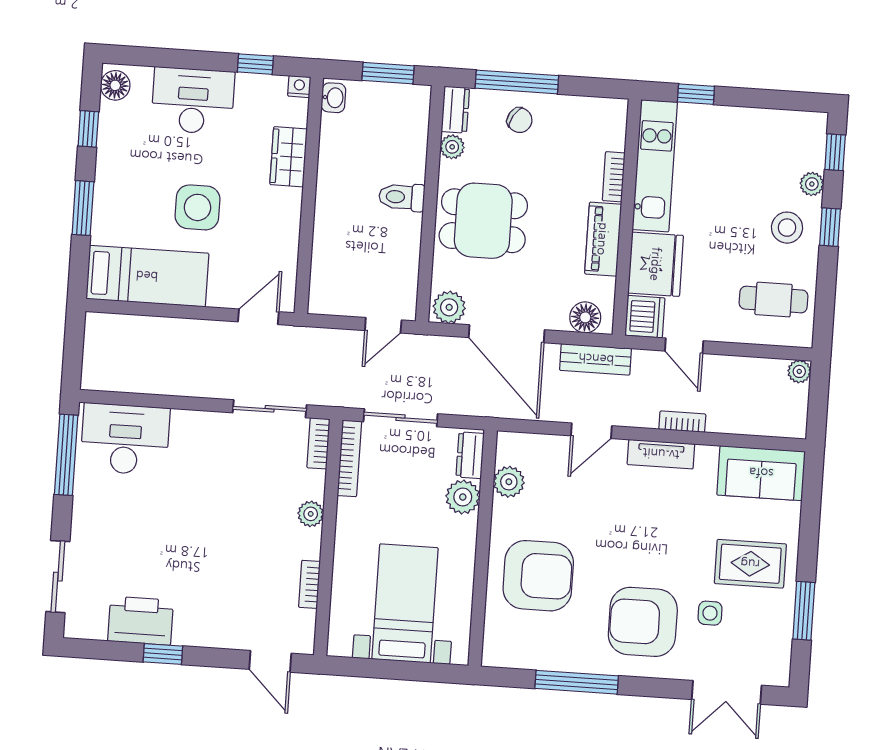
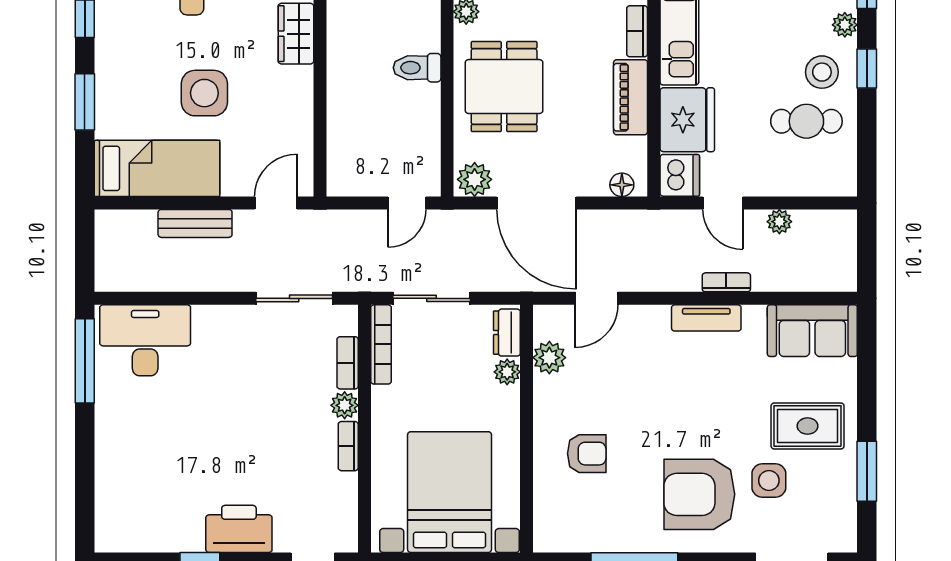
dining table: (483, 221) -> (504, 87), turned 90
cafe table: (774, 300) -> (806, 121), moved
floor lamp: (585, 317) -> (622, 185), width x0.73, depth x0.73
bench: (596, 359) -> (195, 223), moved
plant: (799, 371) -> (779, 222), moved
door: (591, 431) -> (597, 298), moved
bookcase: (318, 443) -> (348, 363), moved
plant: (463, 497) -> (507, 372), width x0.73, depth x0.73
armchair: (538, 576) -> (587, 454), width x0.53, depth x0.53
sliding door: (58, 577) -> (85, 489), removed
bookcase: (309, 584) -> (348, 446), moved
bed with nightstands: (405, 603) -> (450, 492), width x1.36
side table: (710, 613) -> (769, 480), width x1.37, depth x1.37
printer: (141, 621) -> (239, 529), moved

